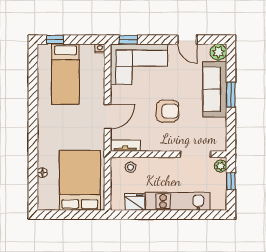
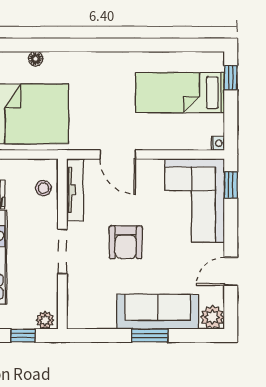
tv unit: (125, 146) -> (75, 190), width x1.41
doorway: (195, 154) -> (62, 251), moved

